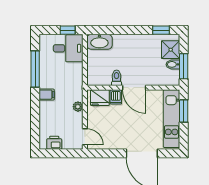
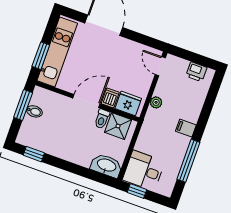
shower: (171, 50) -> (118, 126), moved
door: (134, 88) -> (86, 101), hinge flipped

